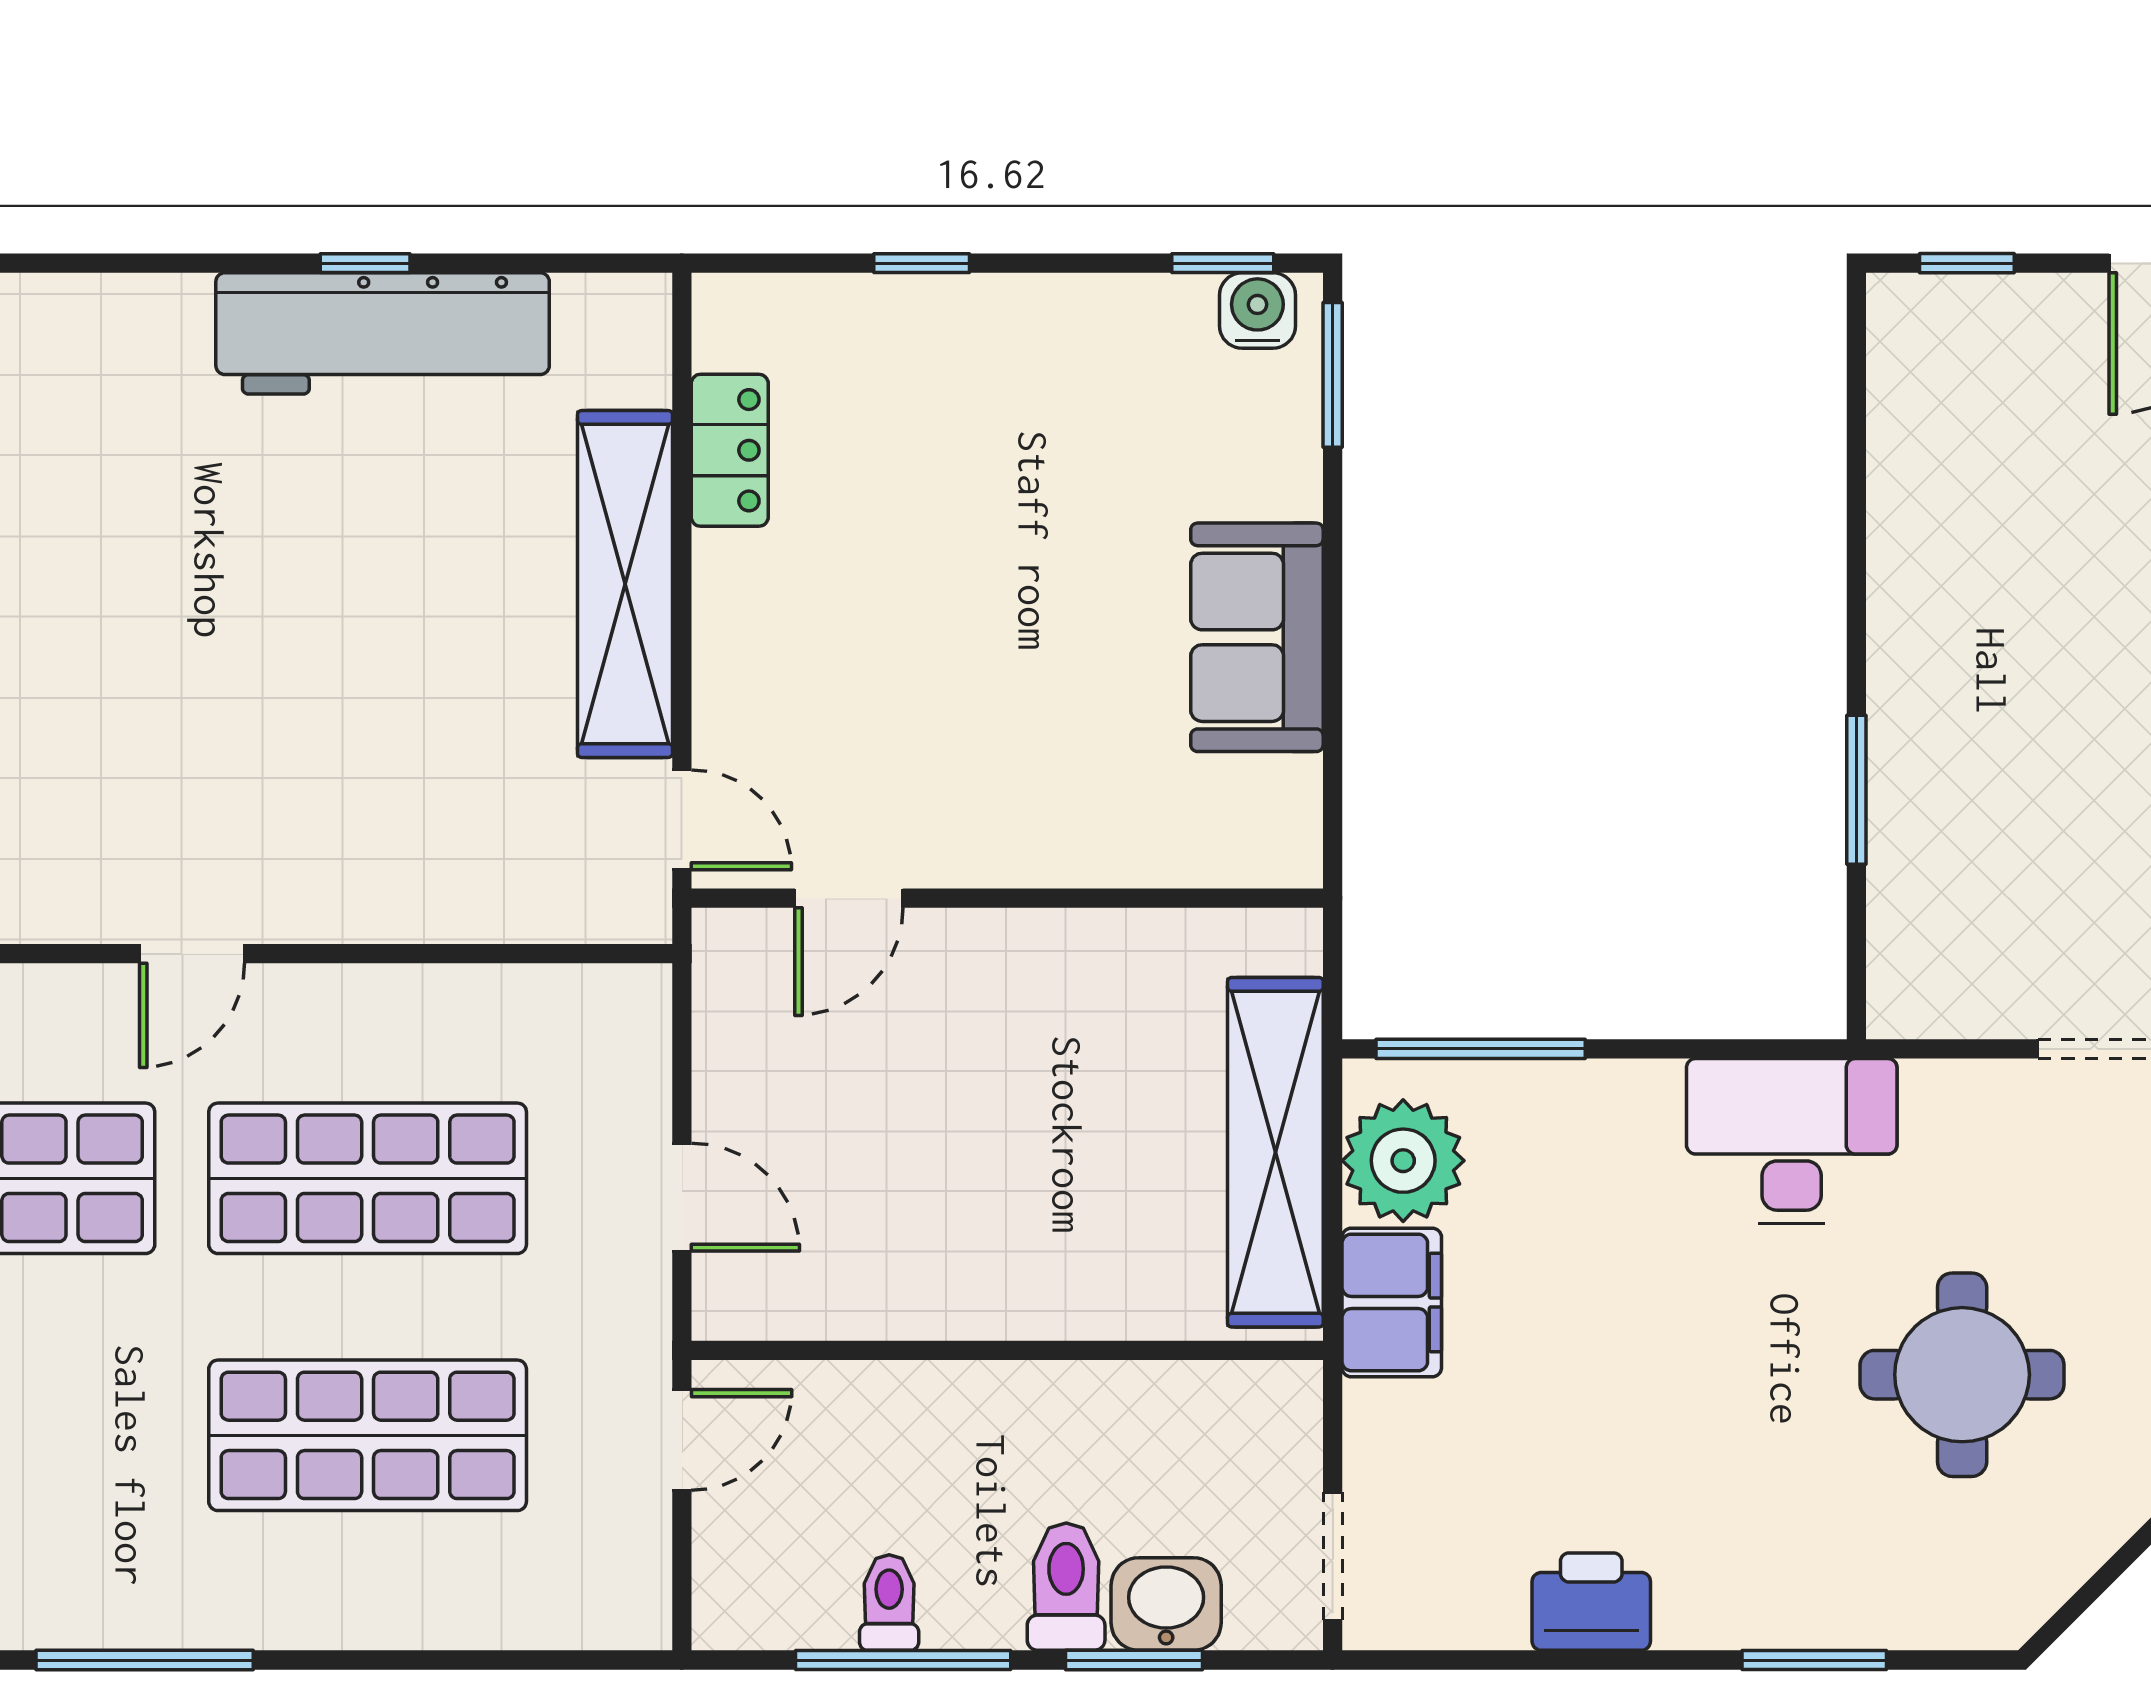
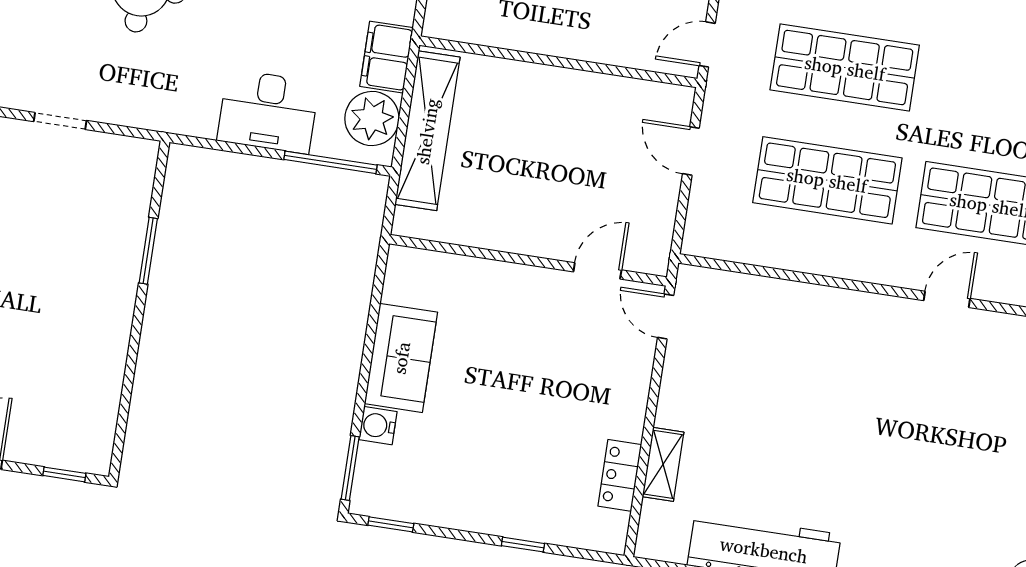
water cooler: (1257, 311) -> (378, 426), moved, turned 90
shelving: (625, 584) -> (663, 464), width x0.45, depth x0.75
door: (192, 954) -> (947, 299), moved
desk: (1792, 1141) -> (268, 111), moved

